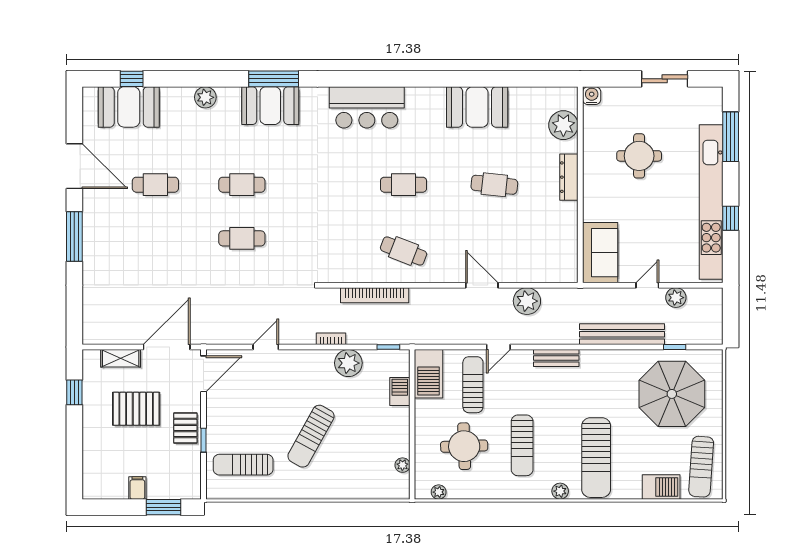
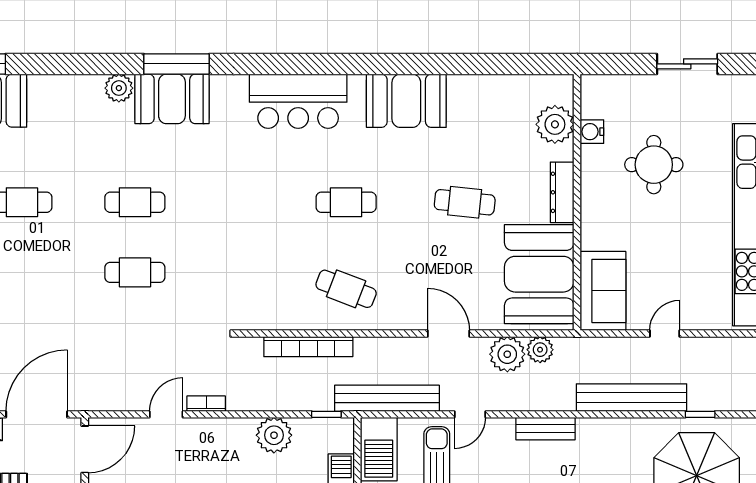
water cooler: (592, 96) -> (592, 132), moved, turned -90
plant: (205, 97) -> (119, 88), moved
booth: (477, 107) -> (406, 101), moved
booth: (551, 240) -> (539, 274), added
plant: (676, 298) -> (540, 350), moved
bench: (435, 335) -> (387, 398), added
bookcase: (331, 339) -> (206, 404), moved

